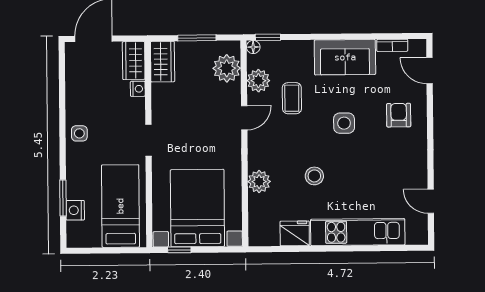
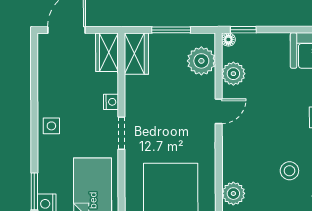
nightstand: (138, 89) -> (111, 102), moved
coffee table: (292, 98) -> (267, 92), removed
plant: (259, 182) -> (233, 194), moved

